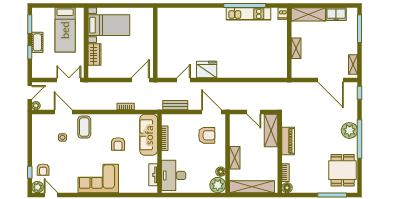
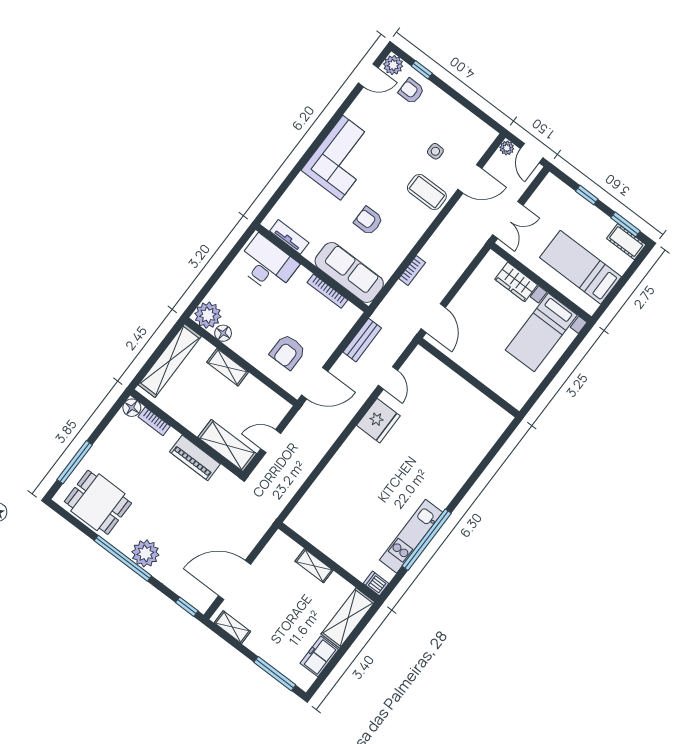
cot: (37, 42) -> (626, 242), moved

